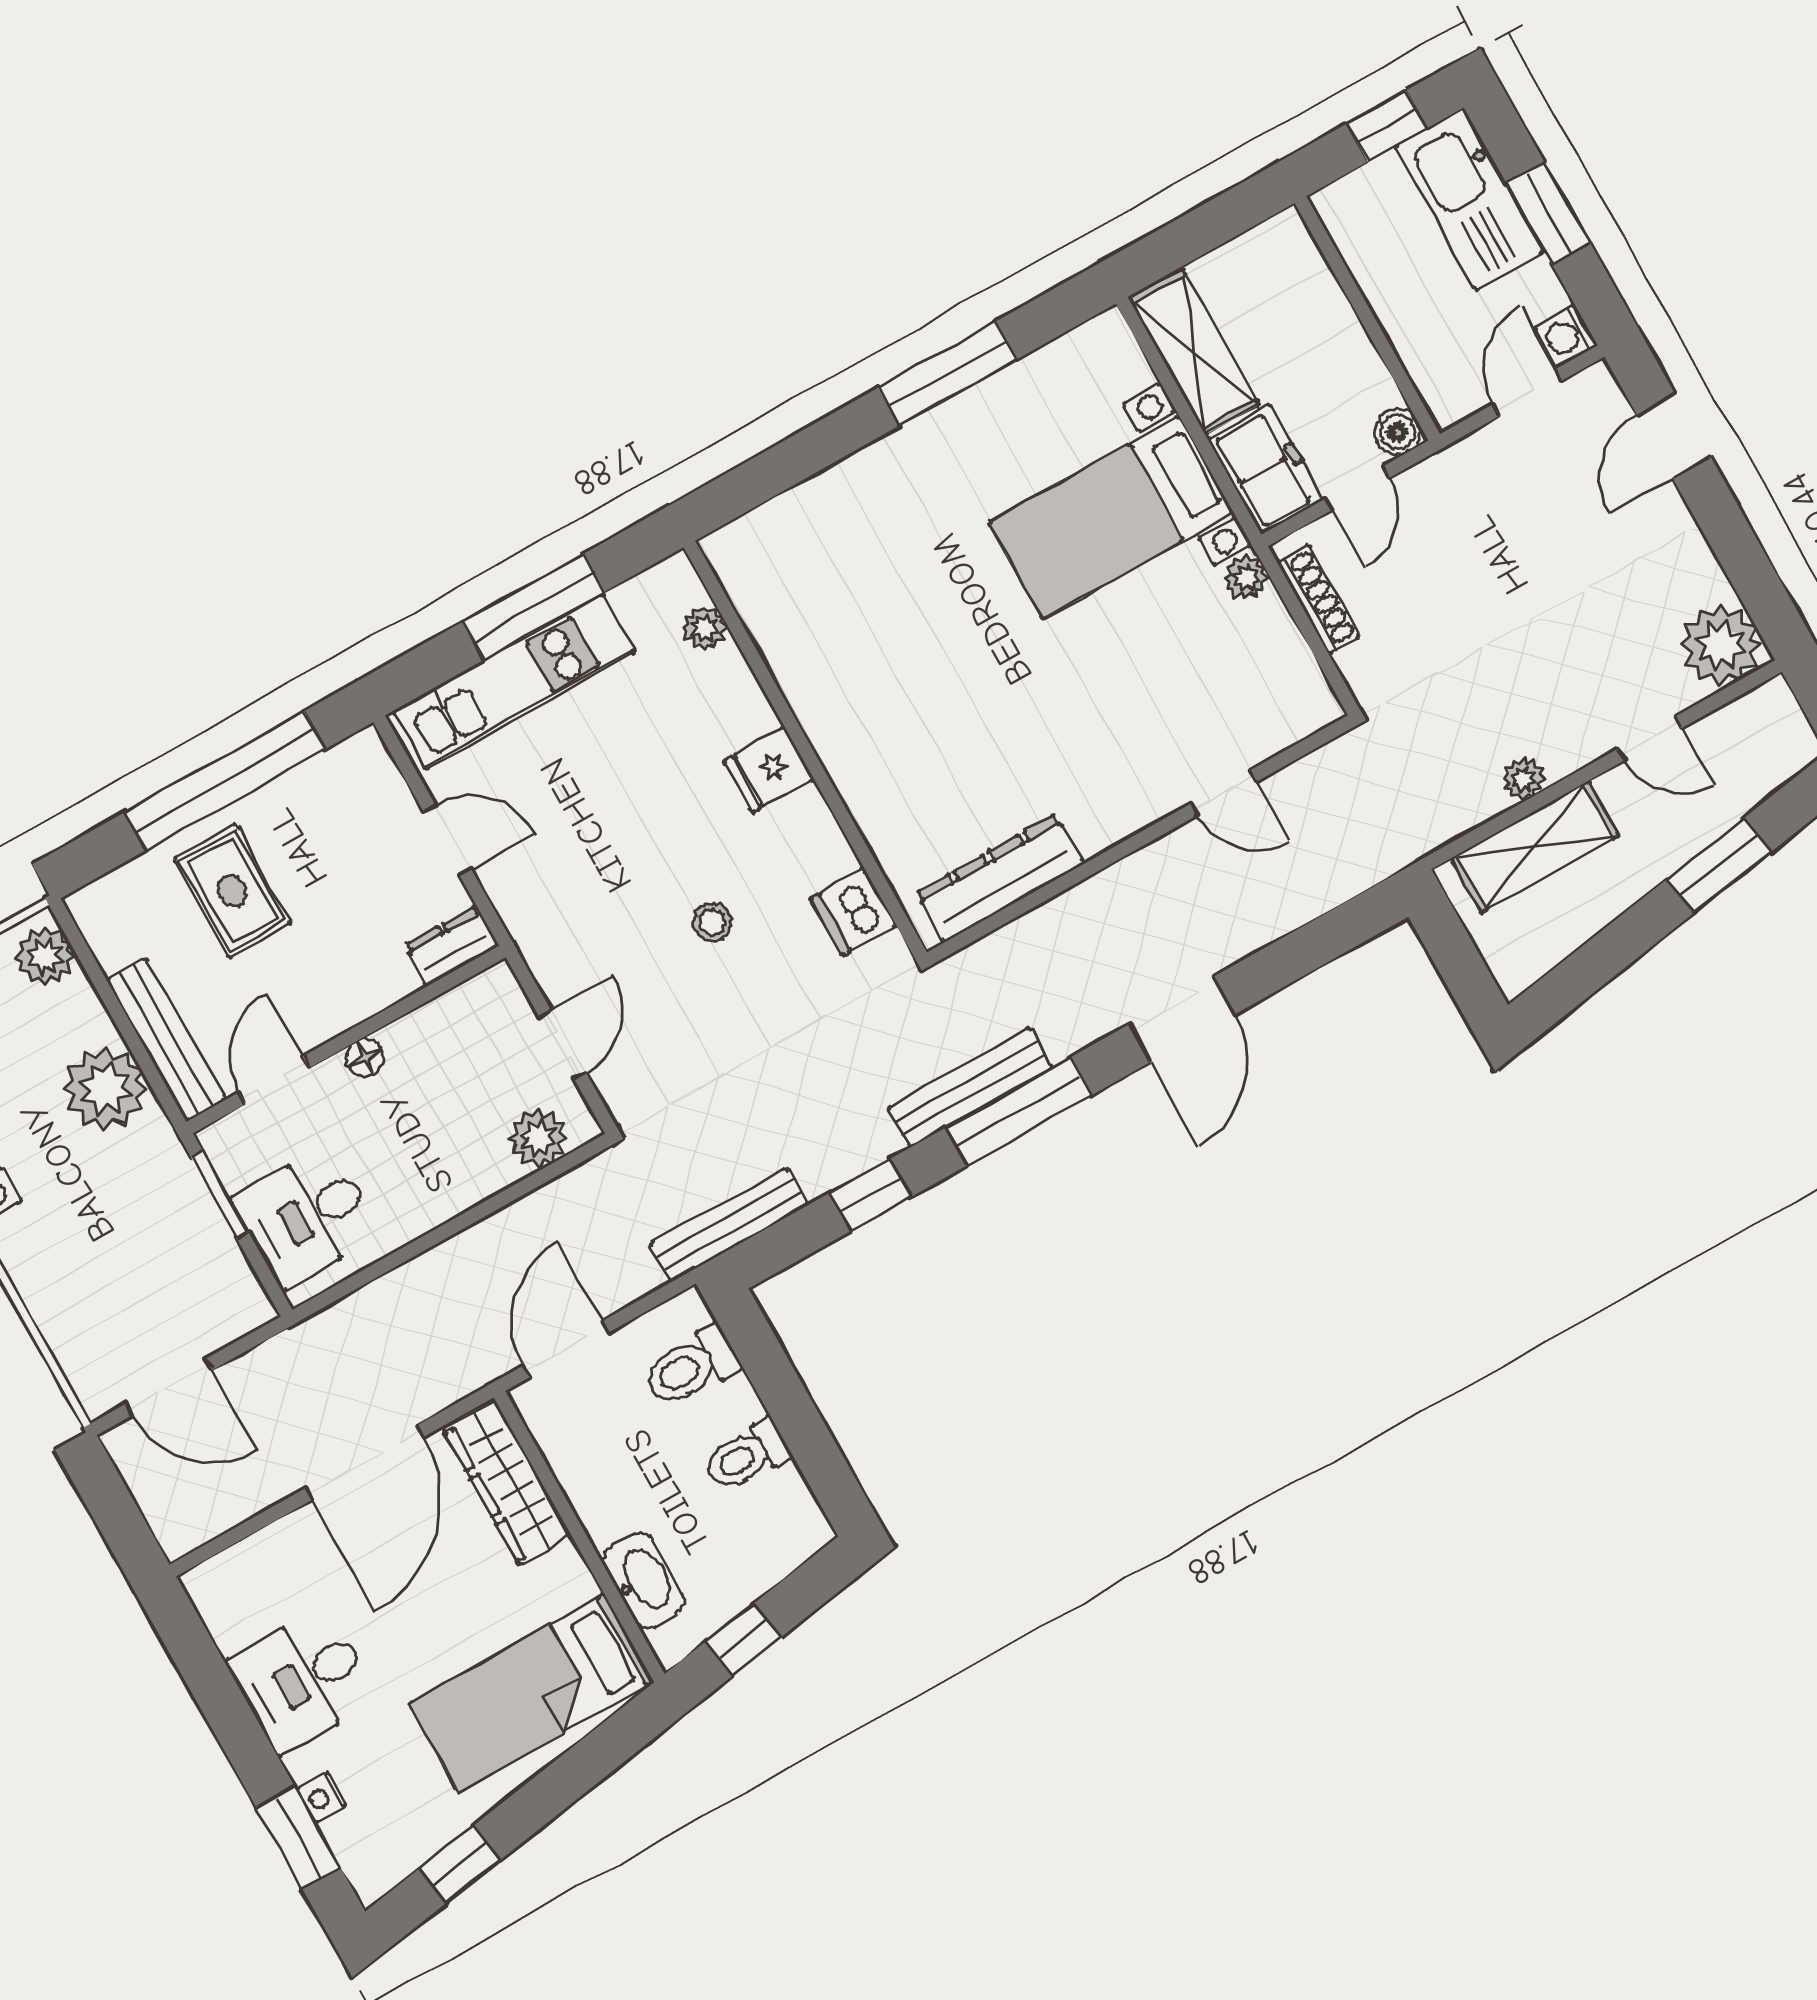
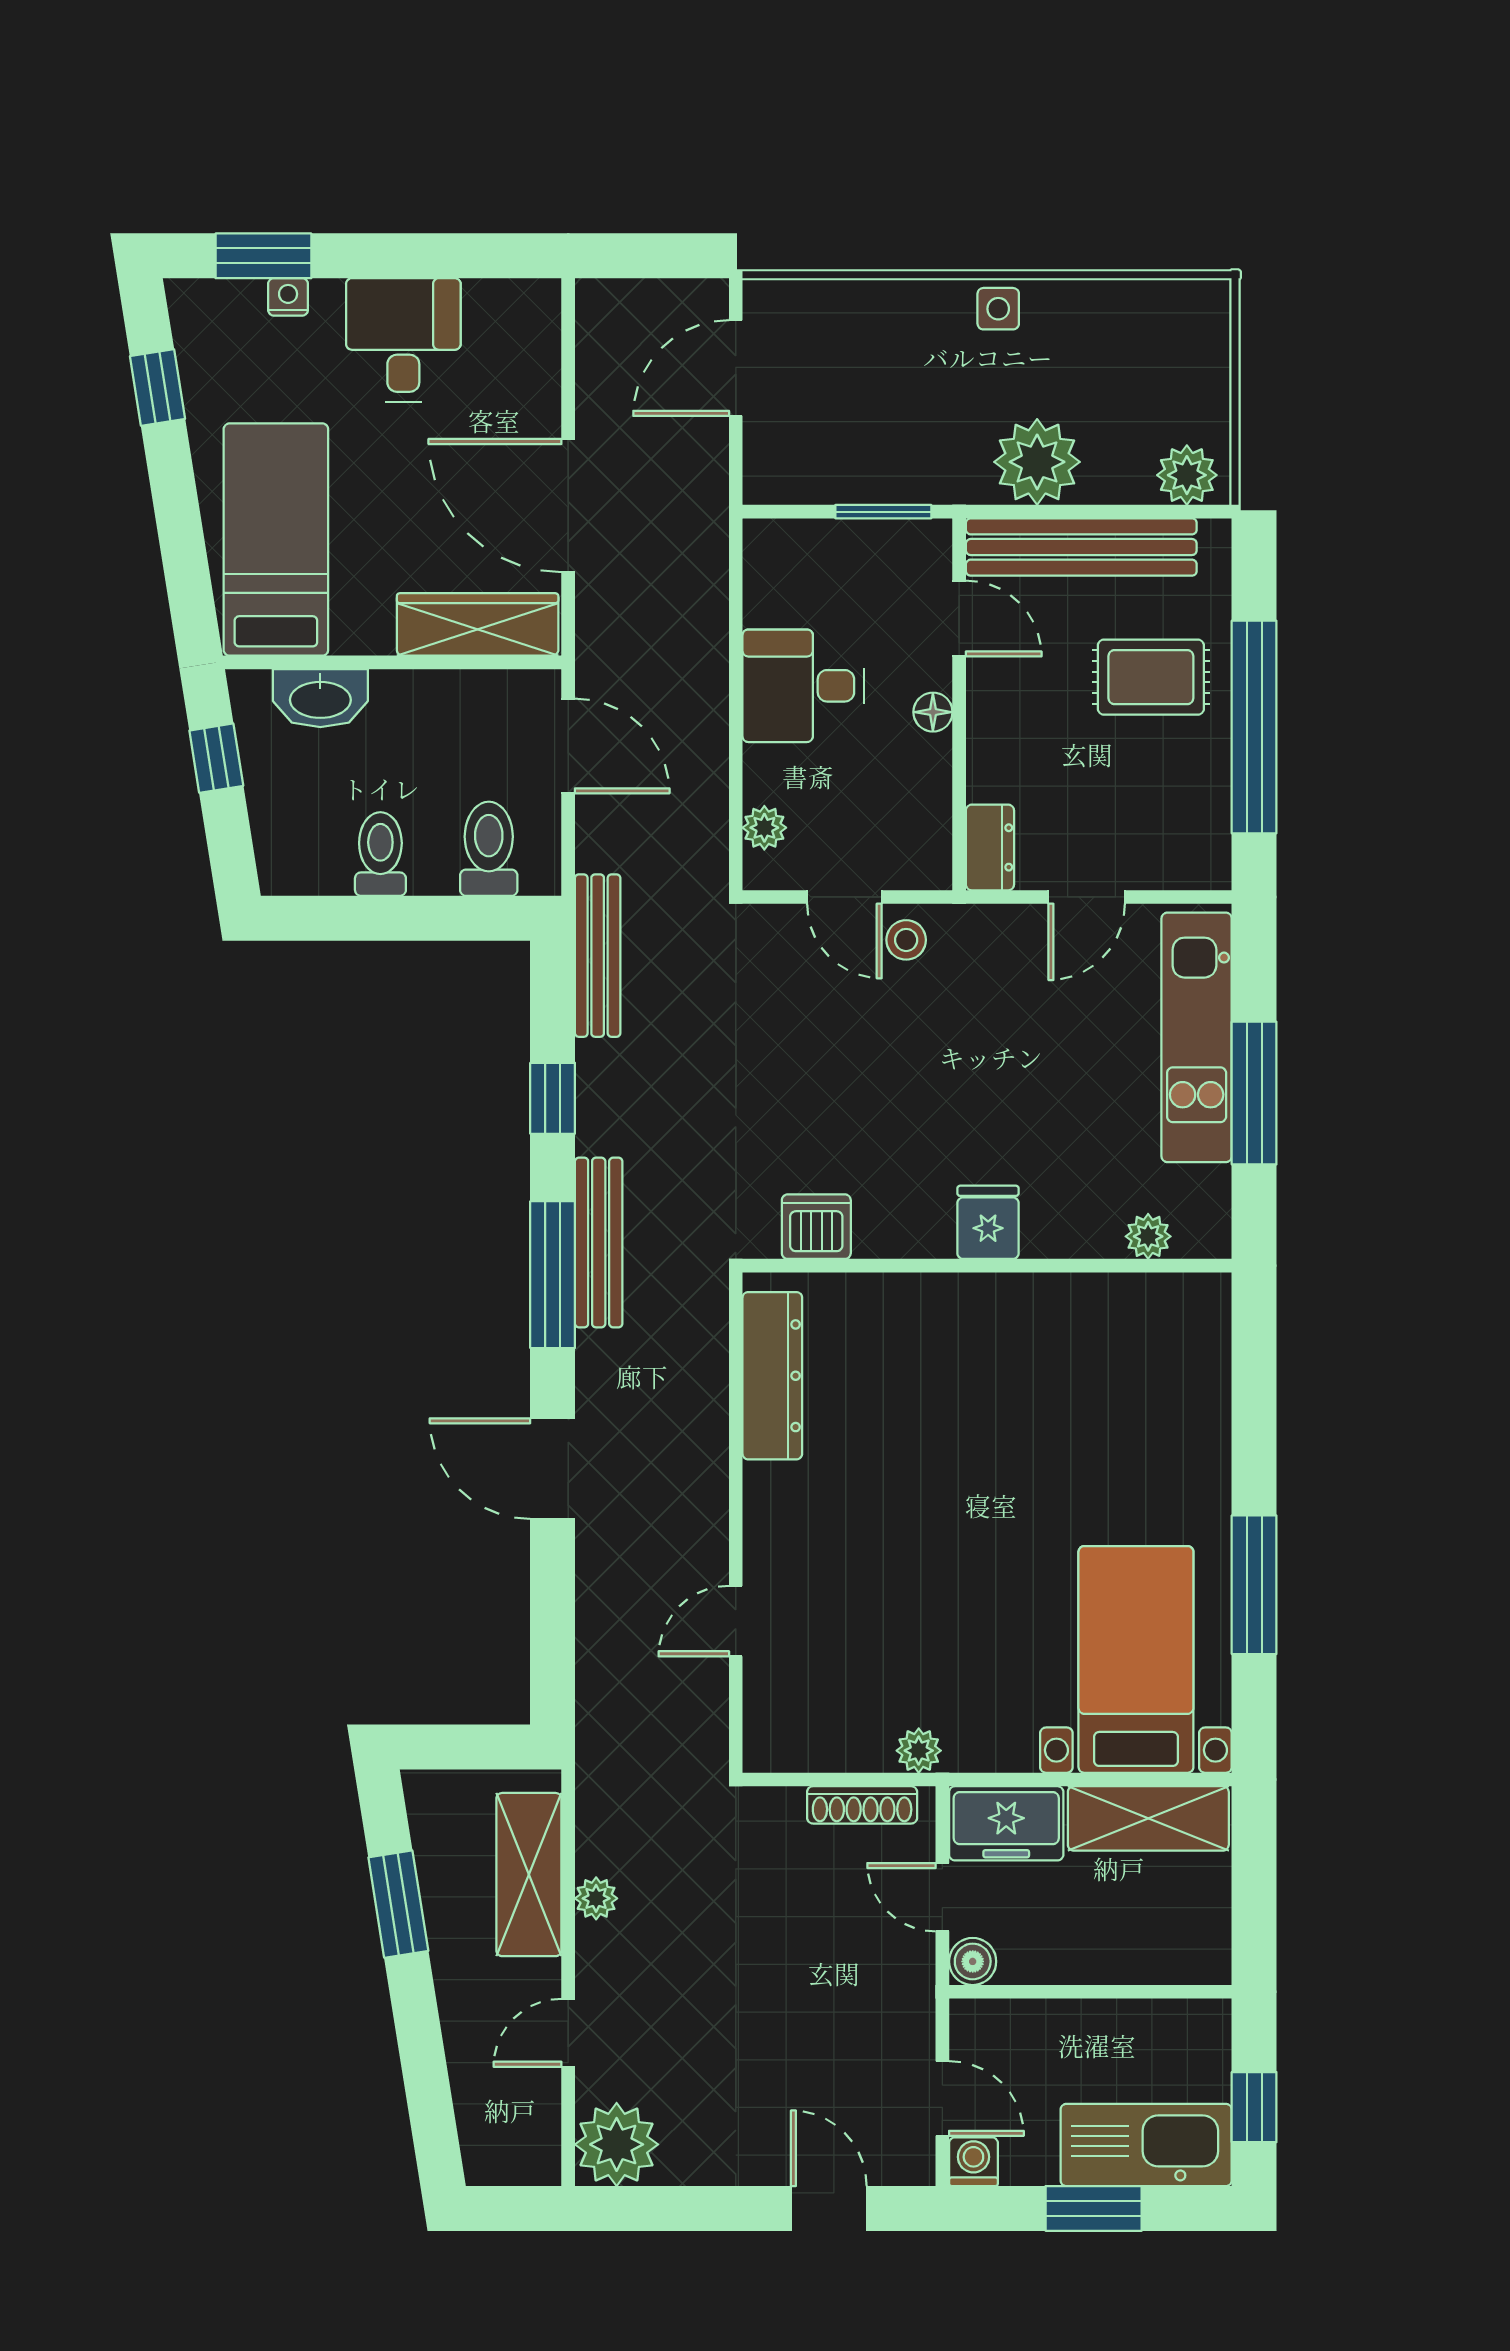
bed with nightstands: (1111, 518) -> (1136, 1659), moved
window: (1719, 865) -> (398, 1904), moved
stool: (712, 922) -> (906, 940), moved
bench: (166, 1040) -> (1081, 547), width x1.37, depth x1.21
plant: (538, 1138) -> (764, 828), width x0.73, depth x0.73
desk: (307, 1217) -> (803, 686), moved, turned -90

